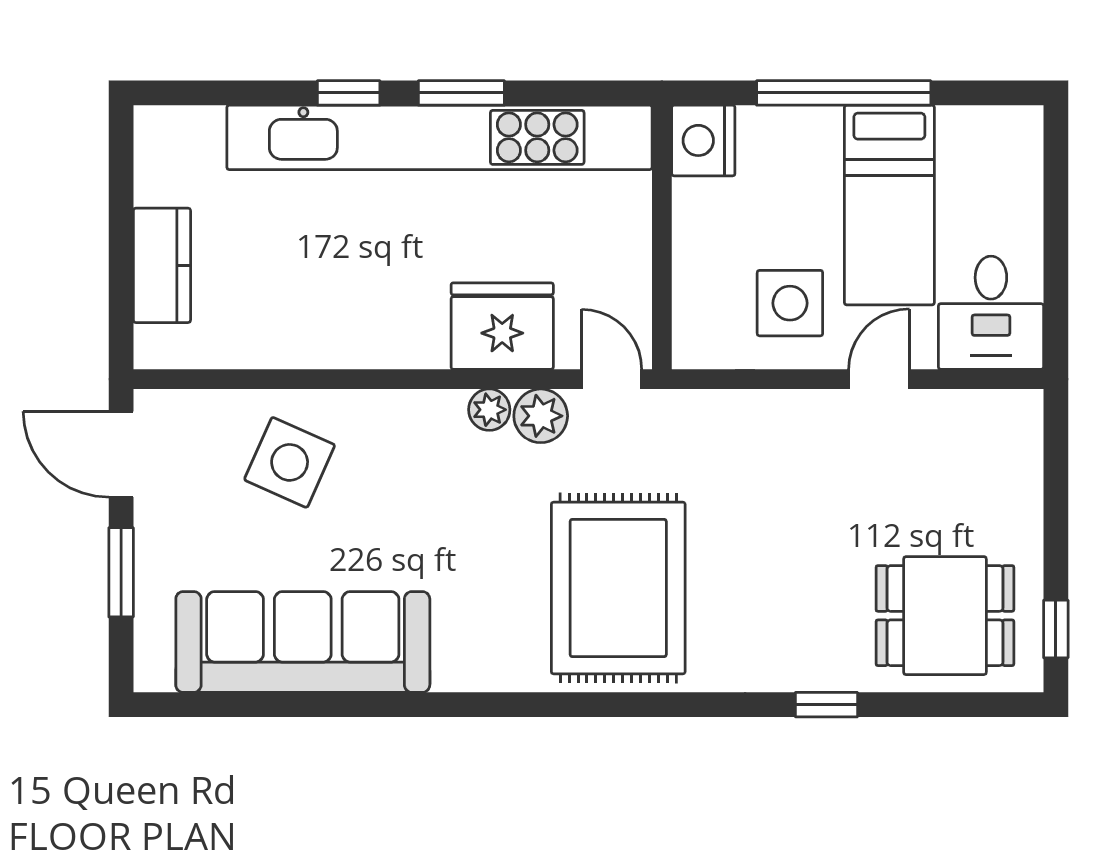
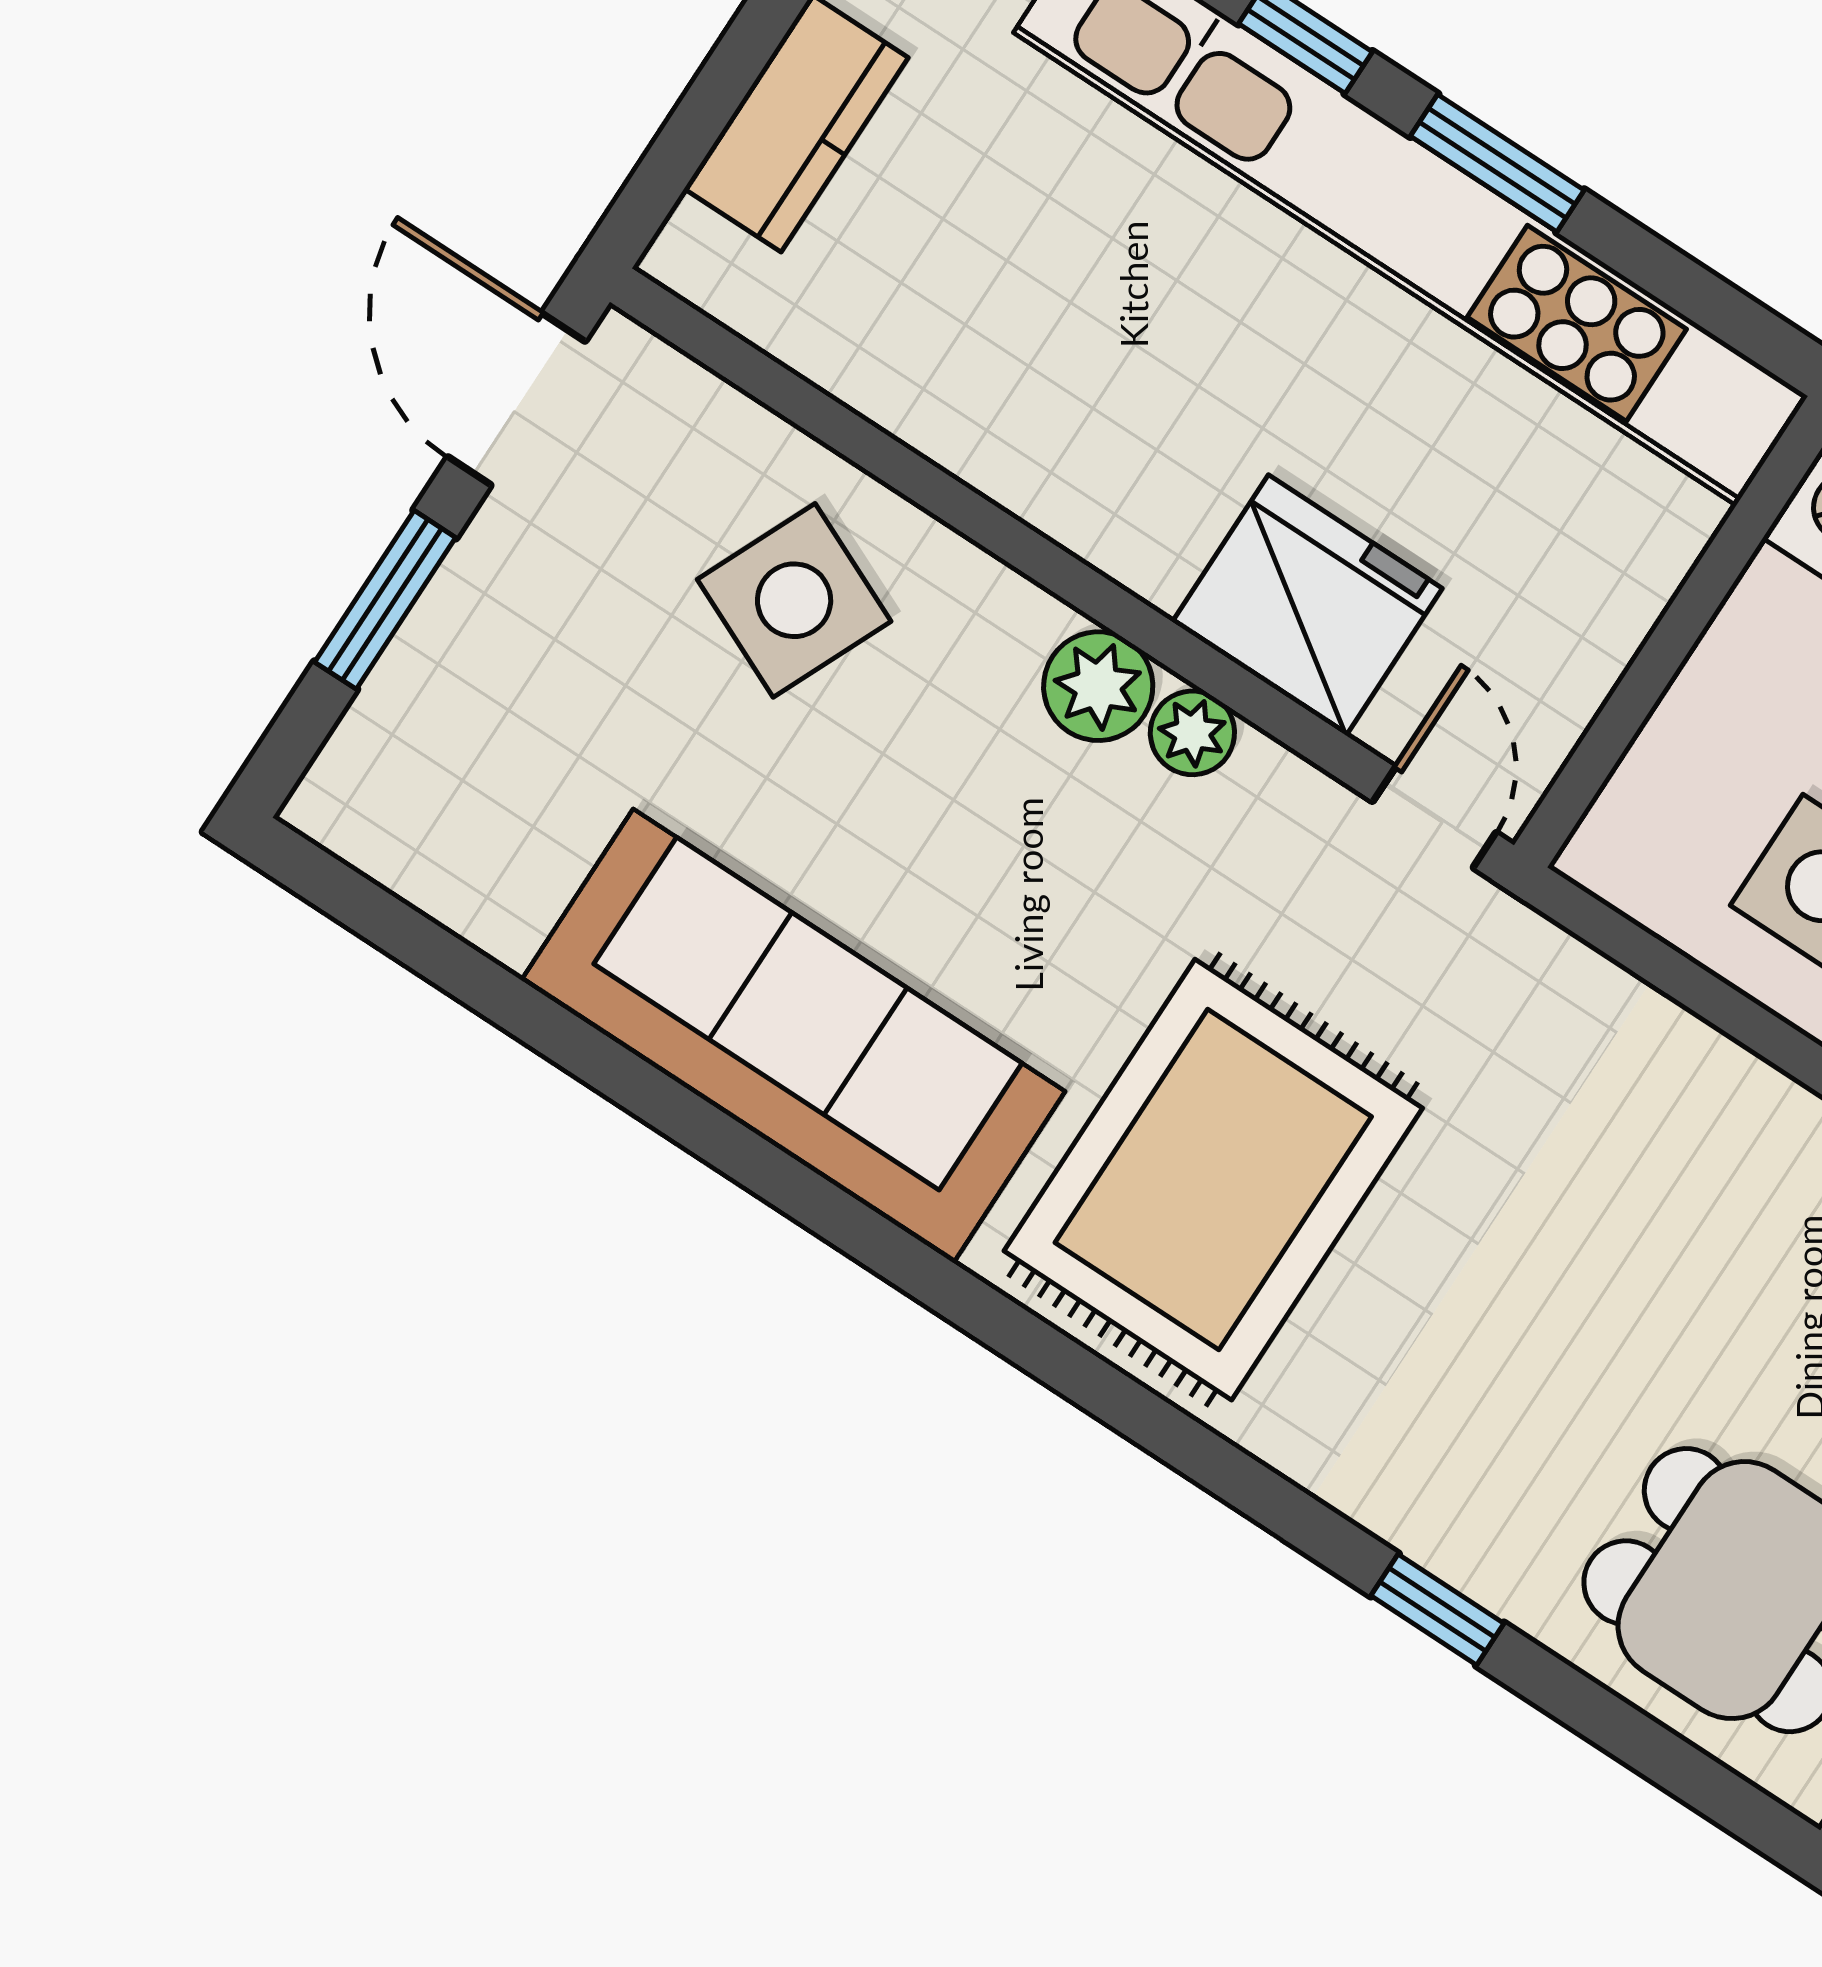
plant: (541, 416) -> (1098, 686), moved
sofa: (303, 642) -> (793, 1036), moved

